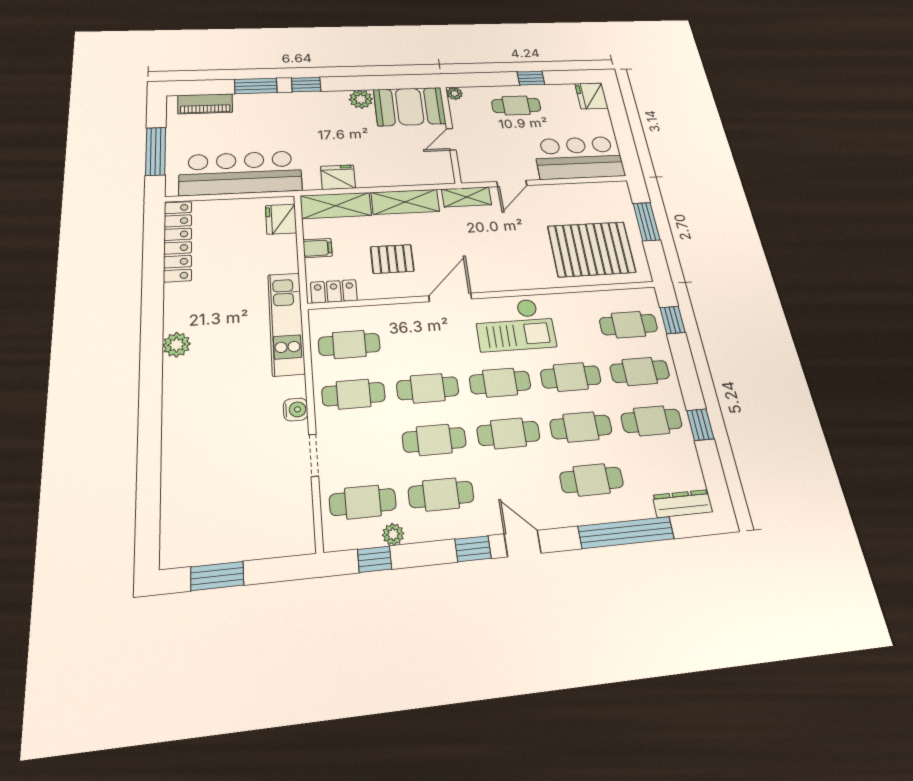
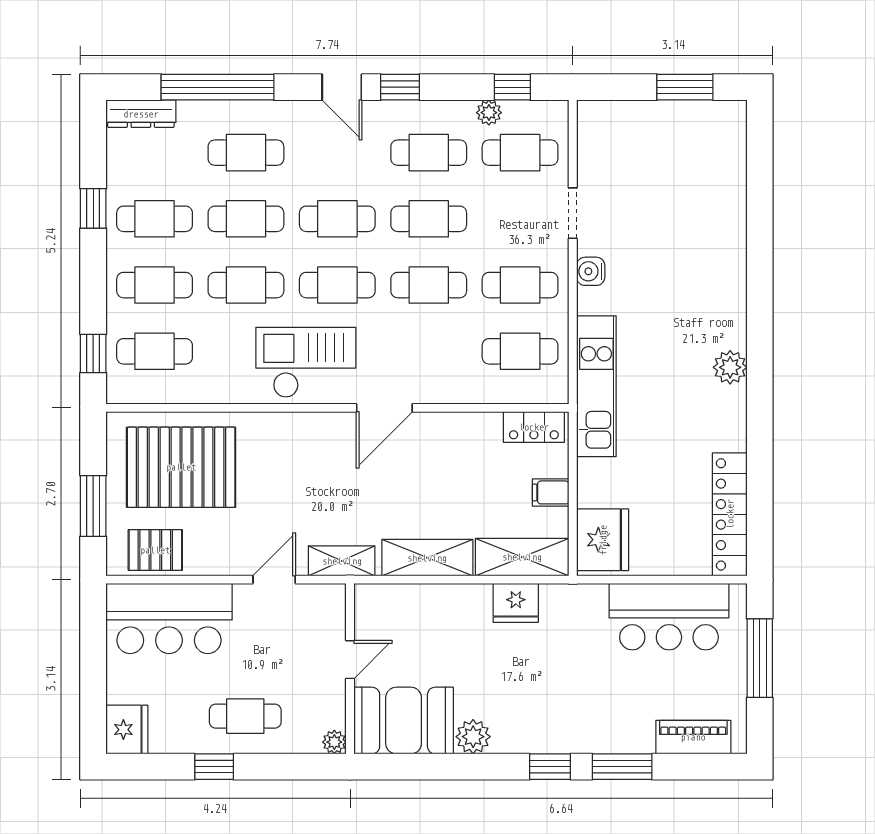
bar counter: (241, 173) -> (669, 617), width x0.73
fridge: (281, 219) -> (603, 540), width x1.36, depth x1.34
pallet: (392, 259) -> (155, 550), moved

